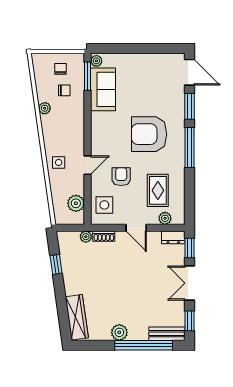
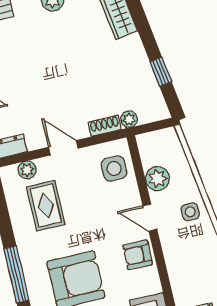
door: (87, 165) -> (150, 217), hinge flipped
armchair: (121, 177) -> (138, 255), moved, turned 91
plant: (76, 203) -> (157, 179), moved

